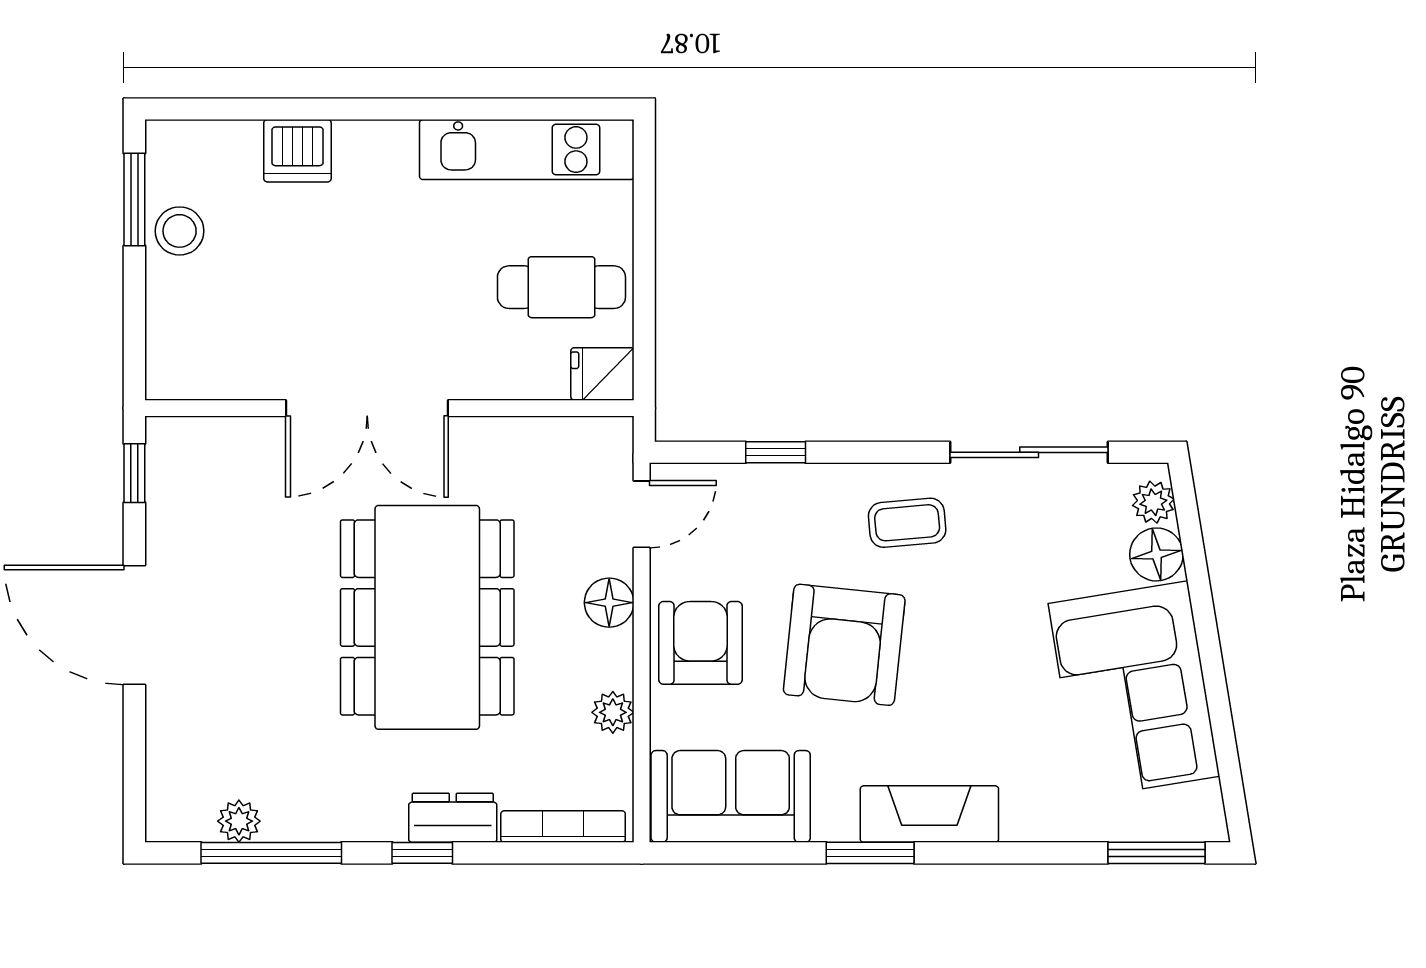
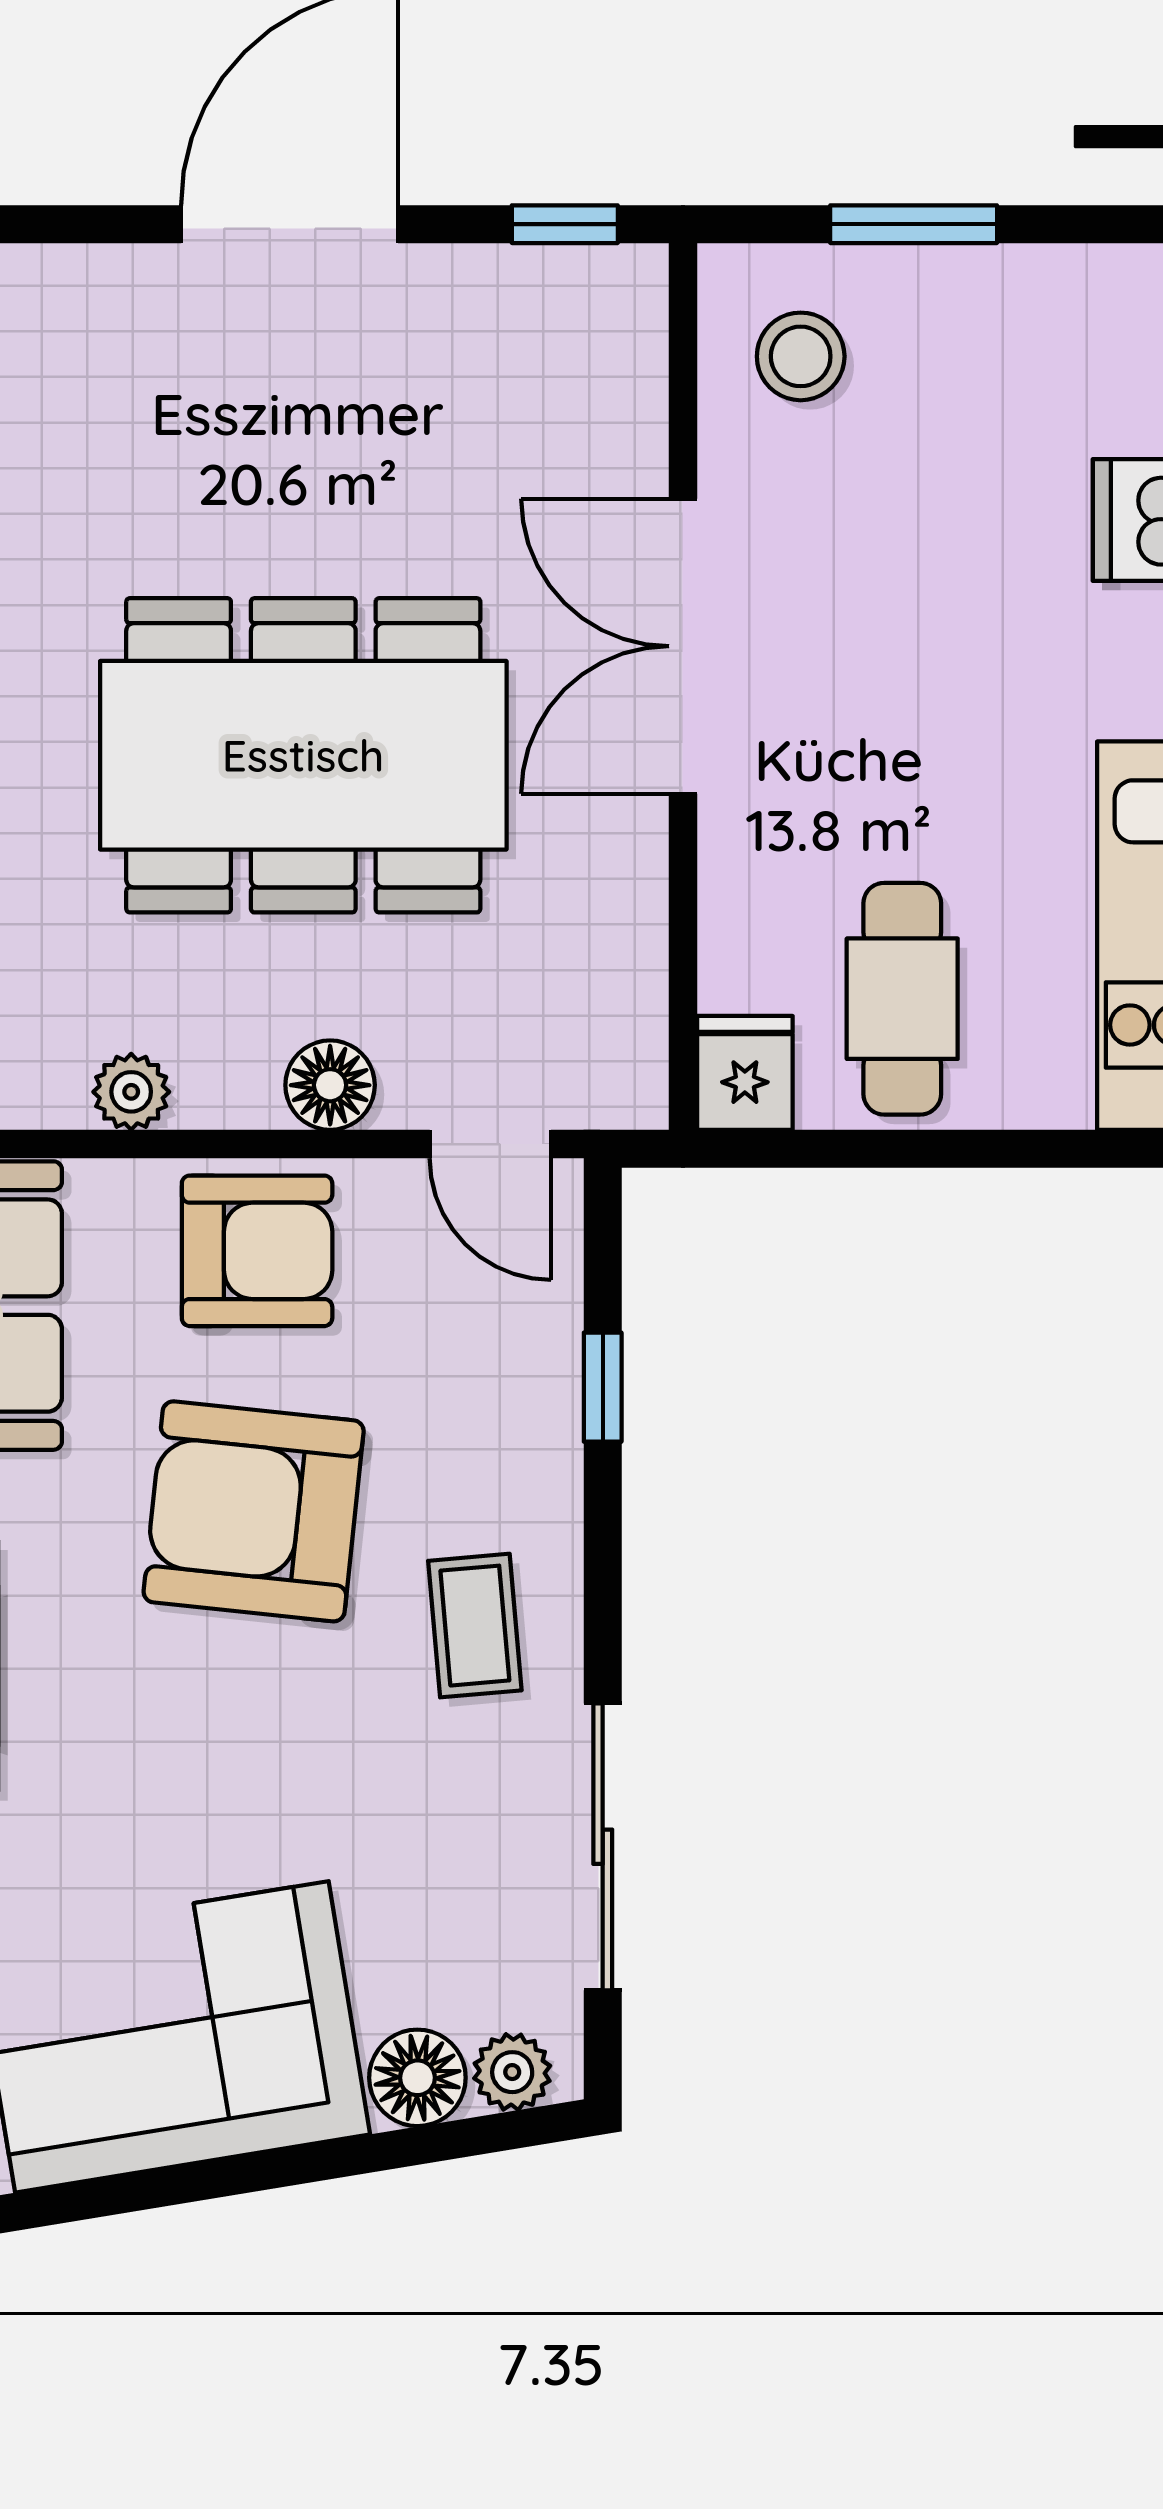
window: (134, 200) -> (914, 224), moved
stool: (180, 231) -> (801, 356), moved

